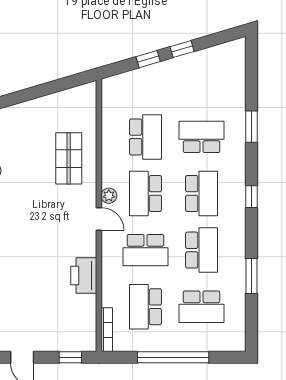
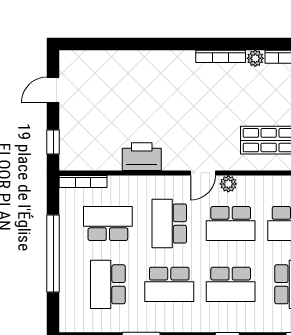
school desk: (145, 193) -> (231, 223), turned 180

